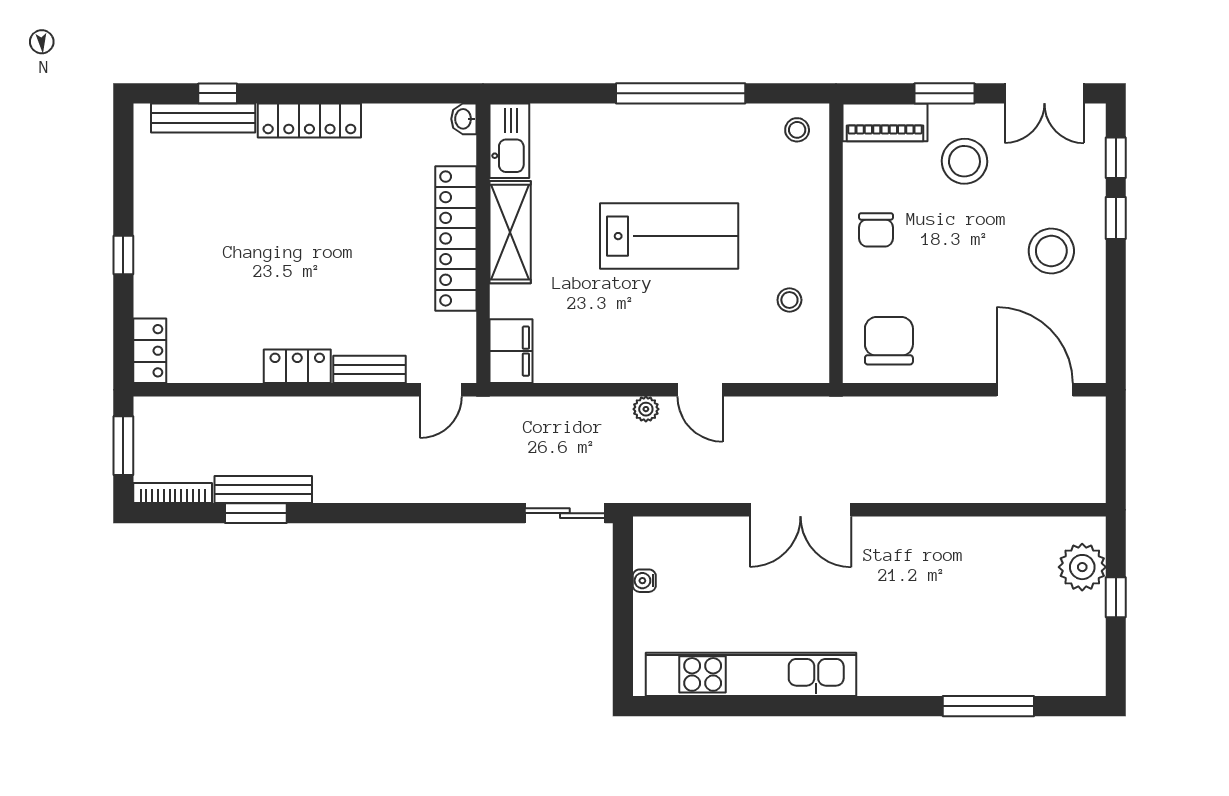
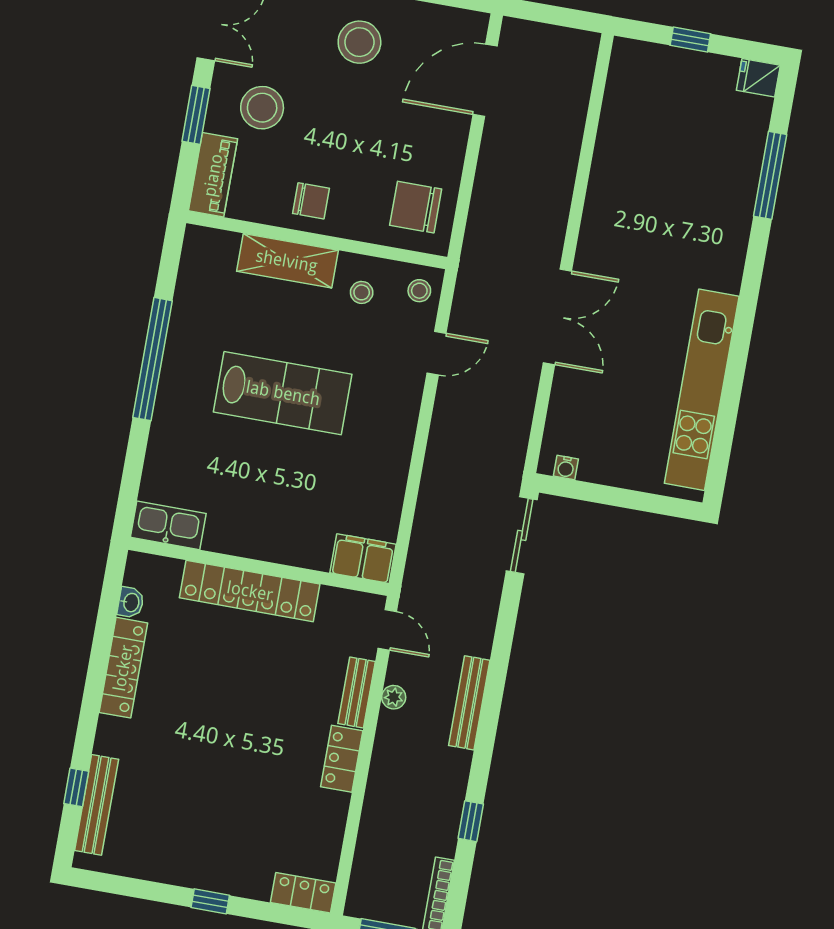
washbasin: (464, 119) -> (131, 602), moved, turned -90
locker: (309, 120) -> (123, 668), moved
stool: (797, 130) -> (419, 291), moved
shelving: (510, 232) -> (287, 261), moved
lab bench: (669, 236) -> (283, 393), turned 90
door: (700, 390) -> (437, 353), moved
plant: (646, 409) -> (394, 697), moved
bench: (263, 489) -> (469, 703), moved
window: (256, 513) -> (471, 821), width x0.67
plant: (1082, 567) -> (657, 66), removed
water cooler: (644, 581) -> (566, 467), moved
fridge: (1088, 676) -> (758, 78), added

